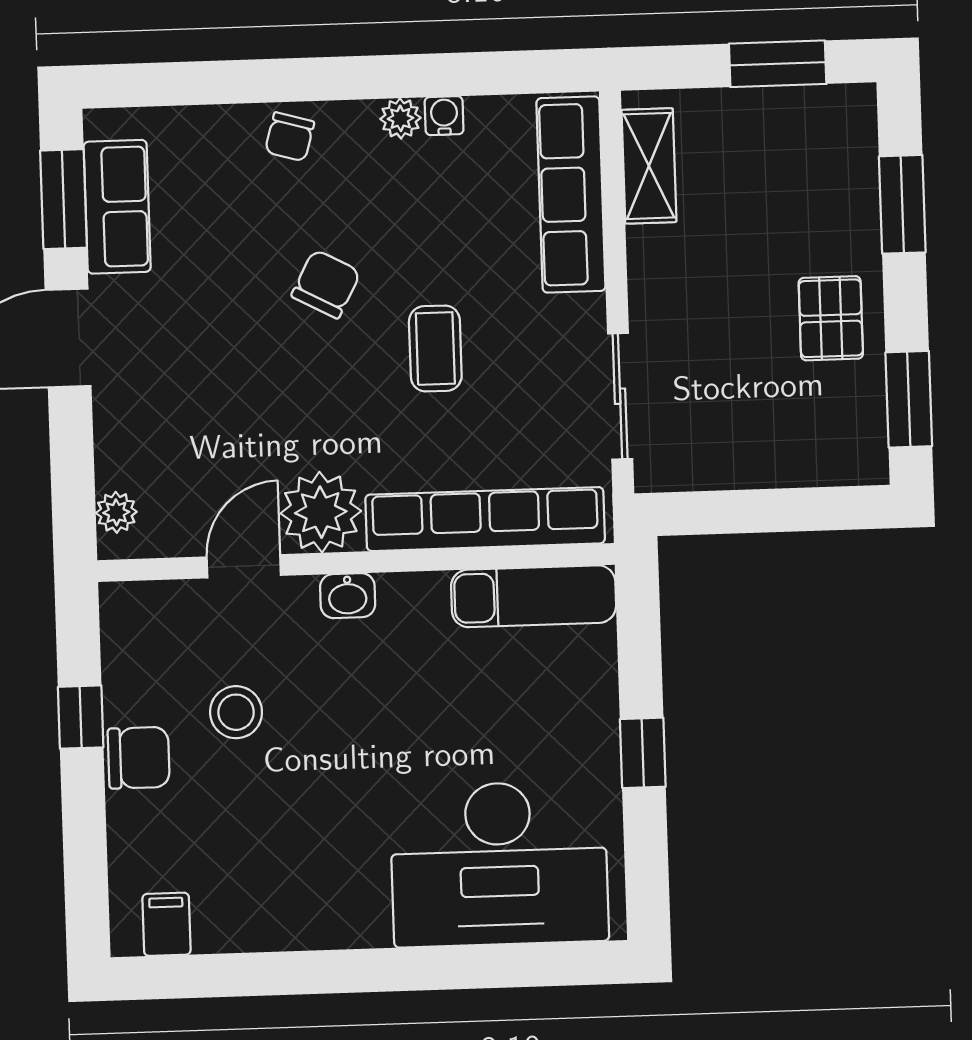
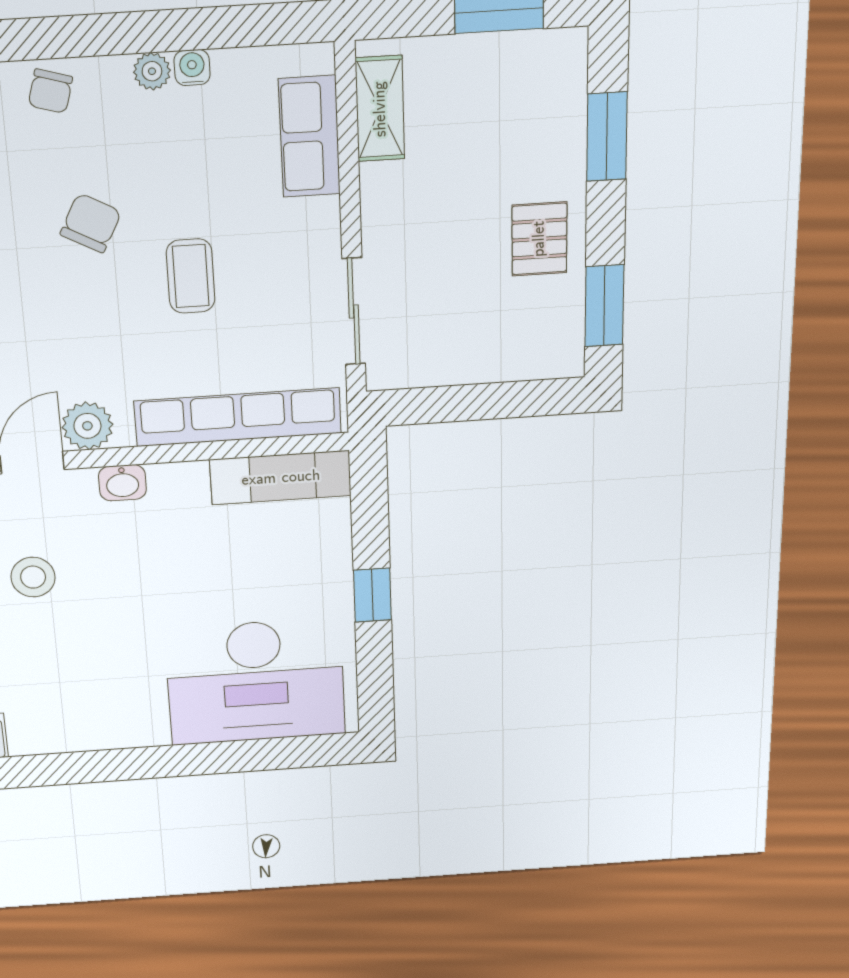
row of seats: (571, 195) -> (309, 137), width x0.68
plant: (321, 512) -> (87, 426), width x0.73, depth x0.73

